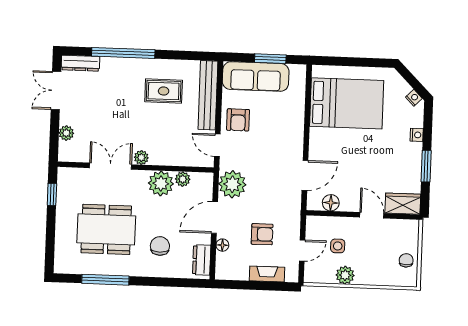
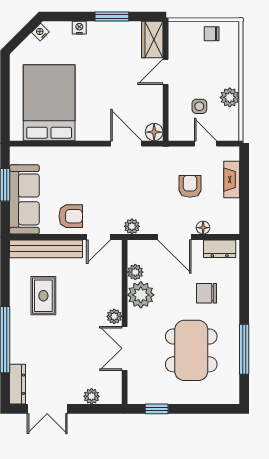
plant: (232, 184) -> (132, 226), width x0.53, depth x0.53
floor lamp: (331, 203) -> (154, 132), moved

